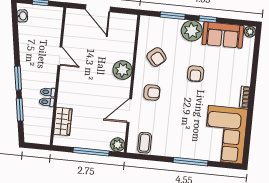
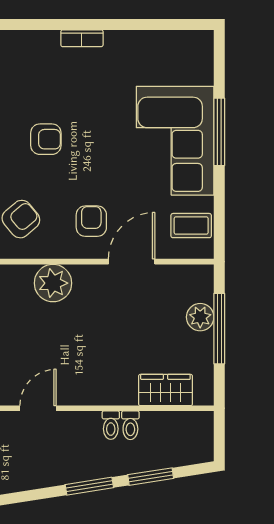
door: (129, 111) -> (132, 262), swing flipped
corner sofa: (225, 135) -> (175, 141), moved, turned 90
plant: (118, 145) -> (200, 317), moved

